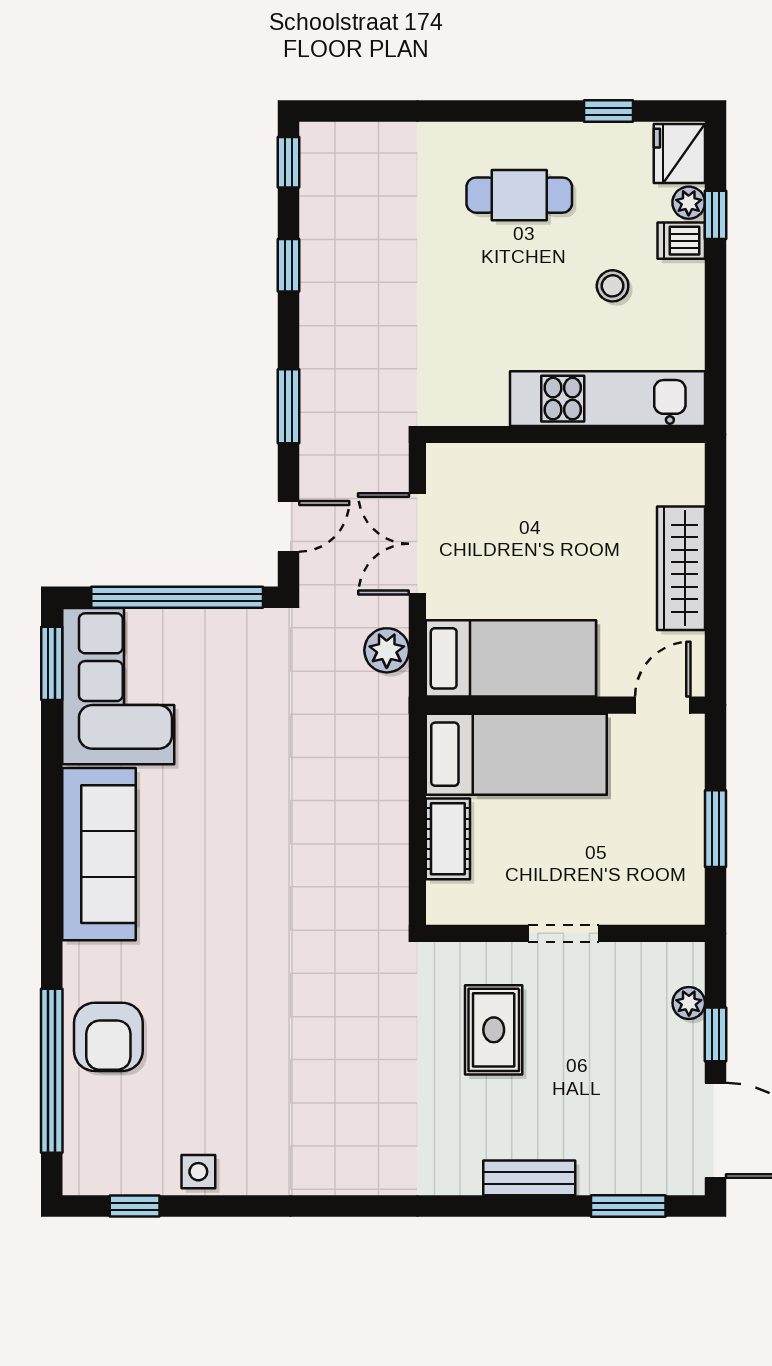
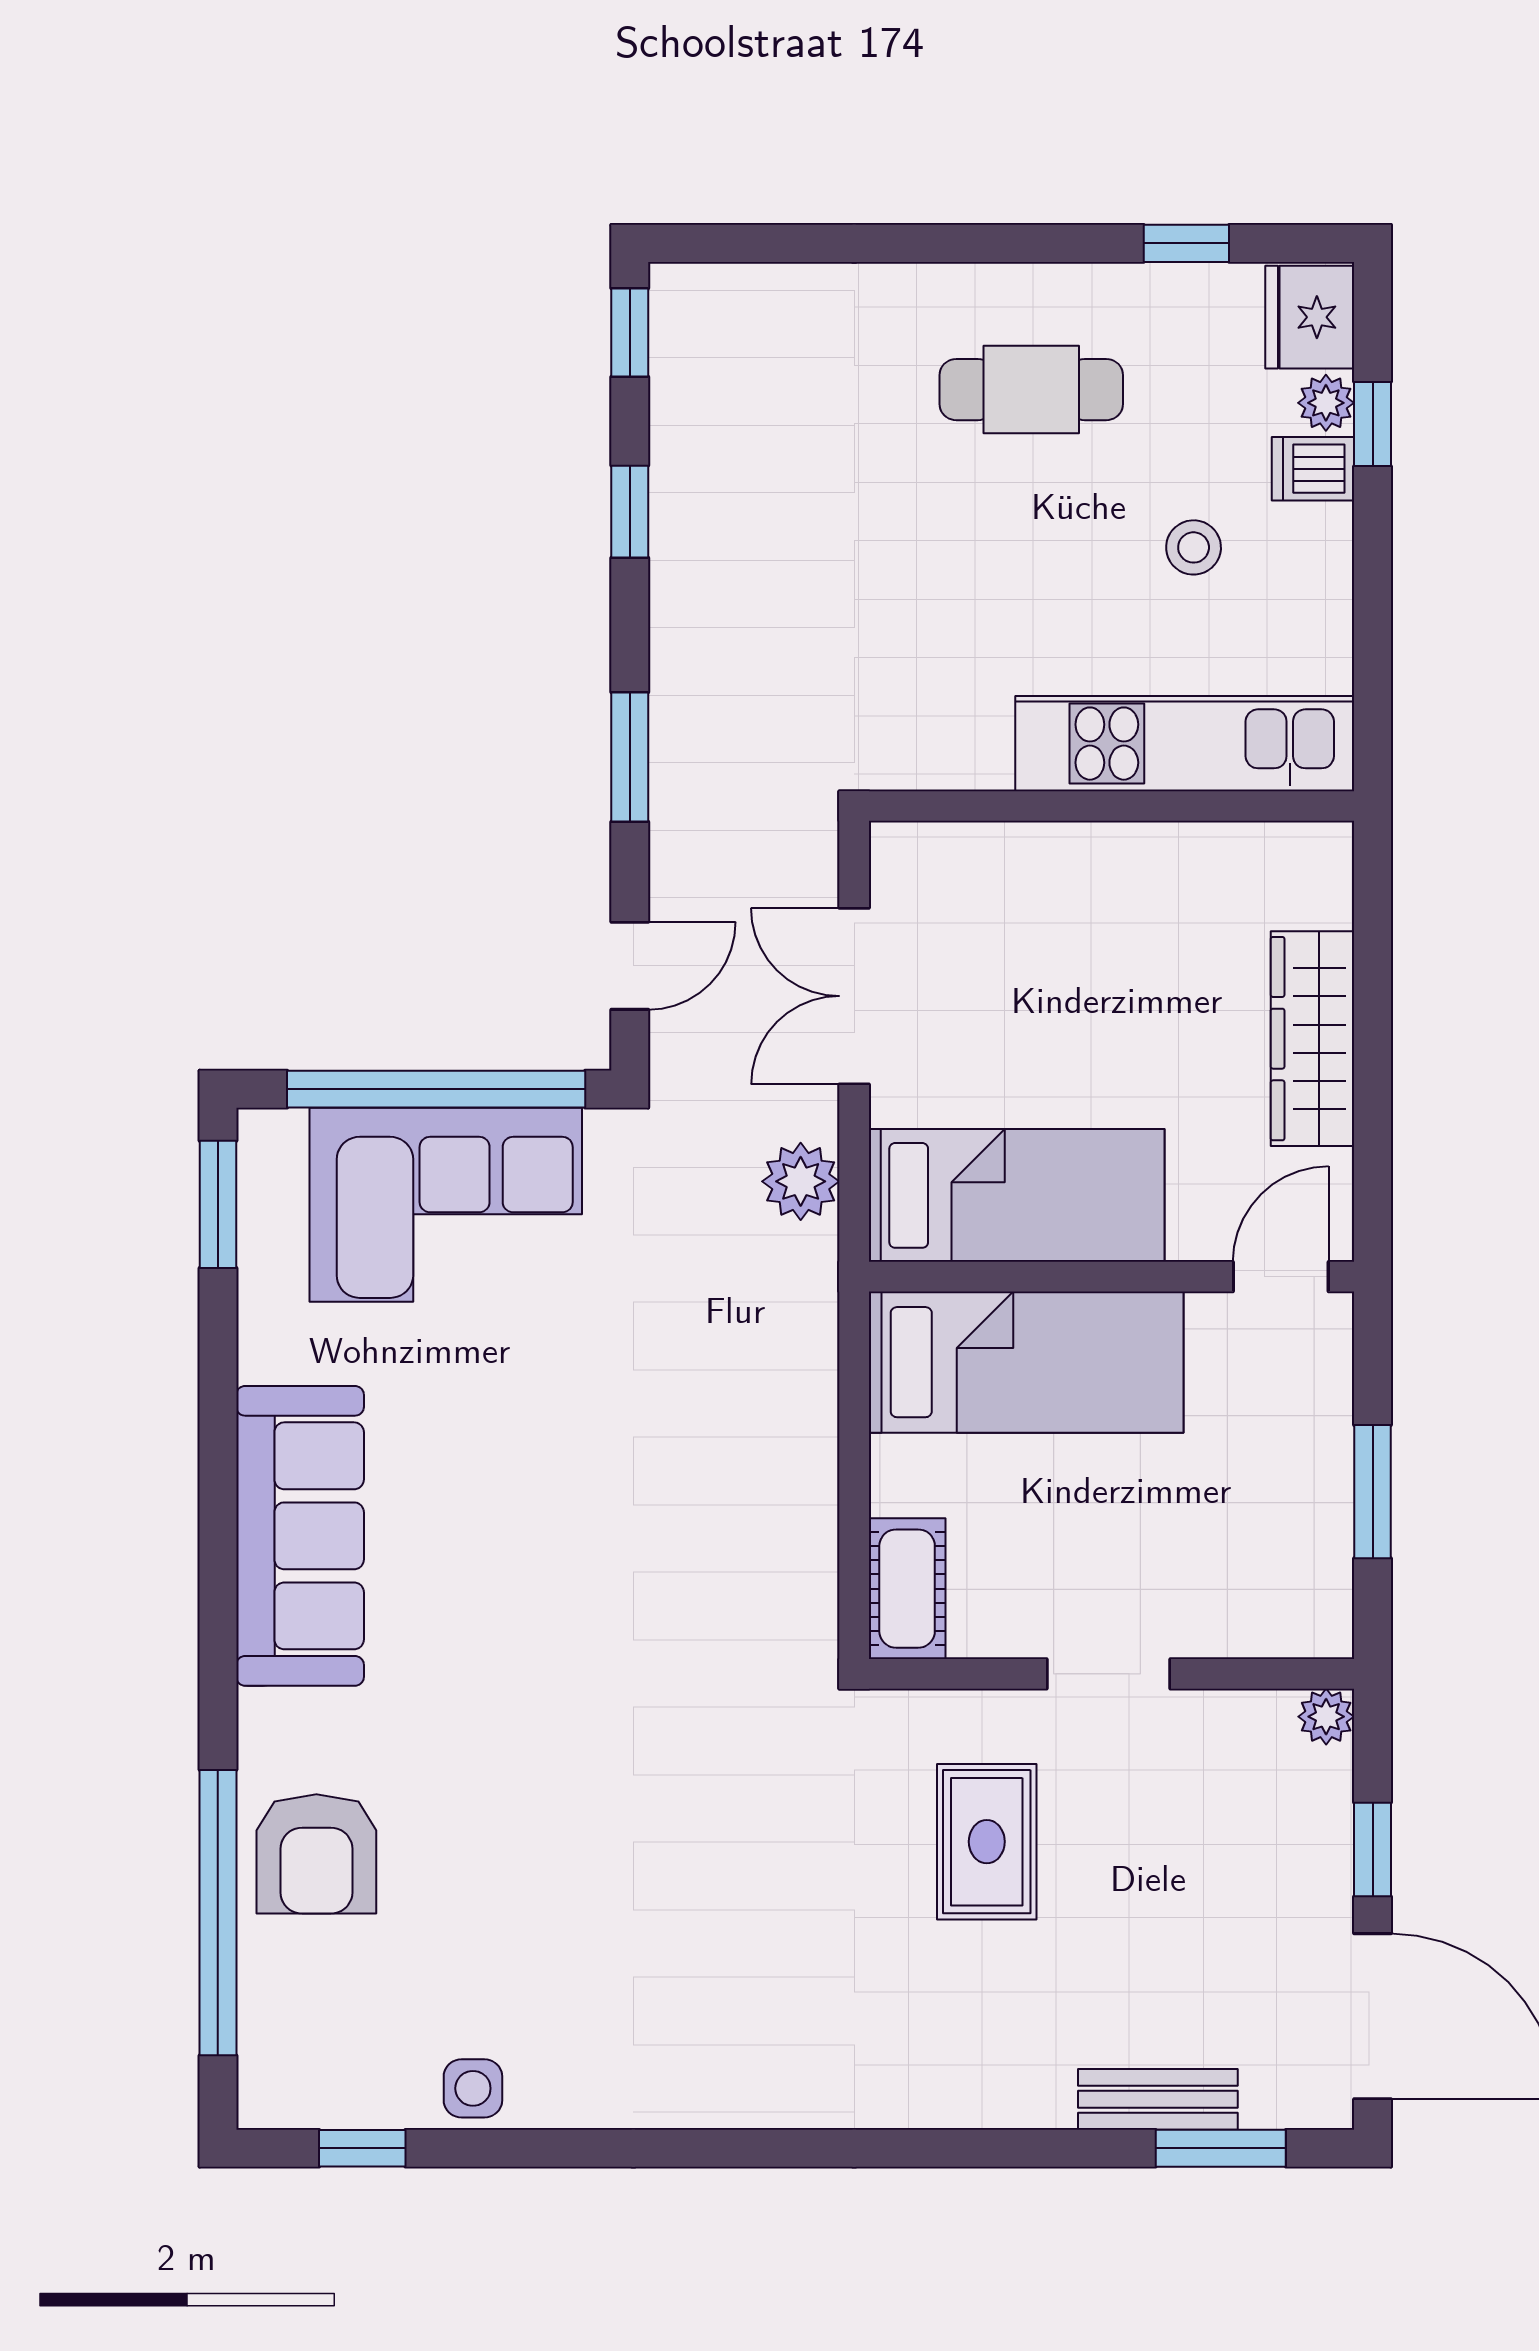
corner sofa: (118, 686) -> (446, 1205), moved, turned 90
cot: (448, 839) -> (907, 1589), moved
plant: (689, 1003) -> (1326, 1717), moved
bench: (529, 1178) -> (1158, 2099), moved

